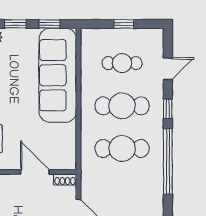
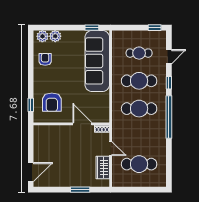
window: (15, 24) -> (70, 28), removed
window: (124, 24) -> (155, 28), moved

